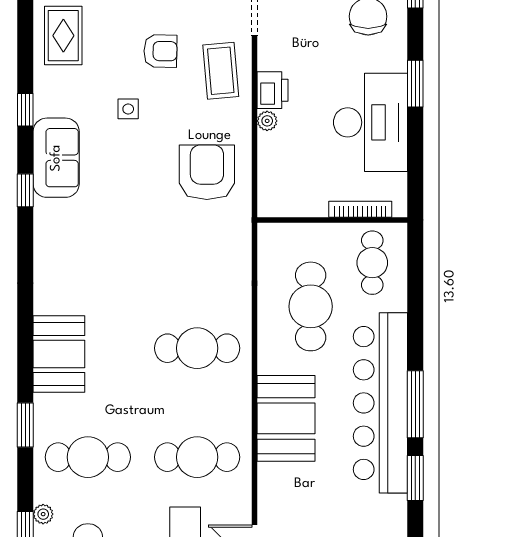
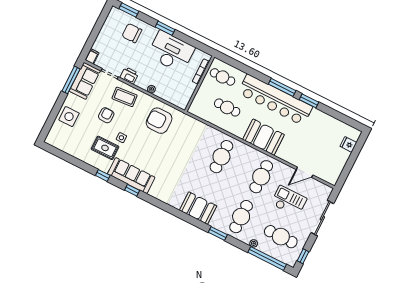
rug: (63, 36) -> (105, 148), moved
printer: (272, 90) -> (129, 76), moved
sofa: (56, 158) -> (131, 176), width x1.36
cafe table: (311, 306) -> (227, 107), width x0.73, depth x0.74

